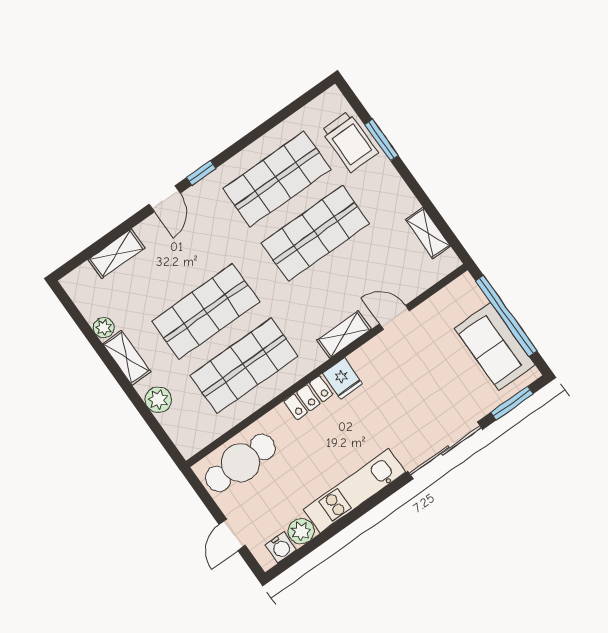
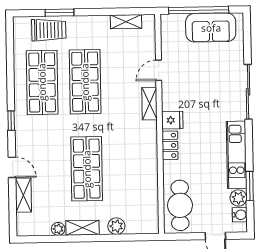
door: (165, 199) -> (12, 167), moved
shop shelf: (244, 366) -> (130, 168), removed
window: (512, 403) -> (250, 186), moved

